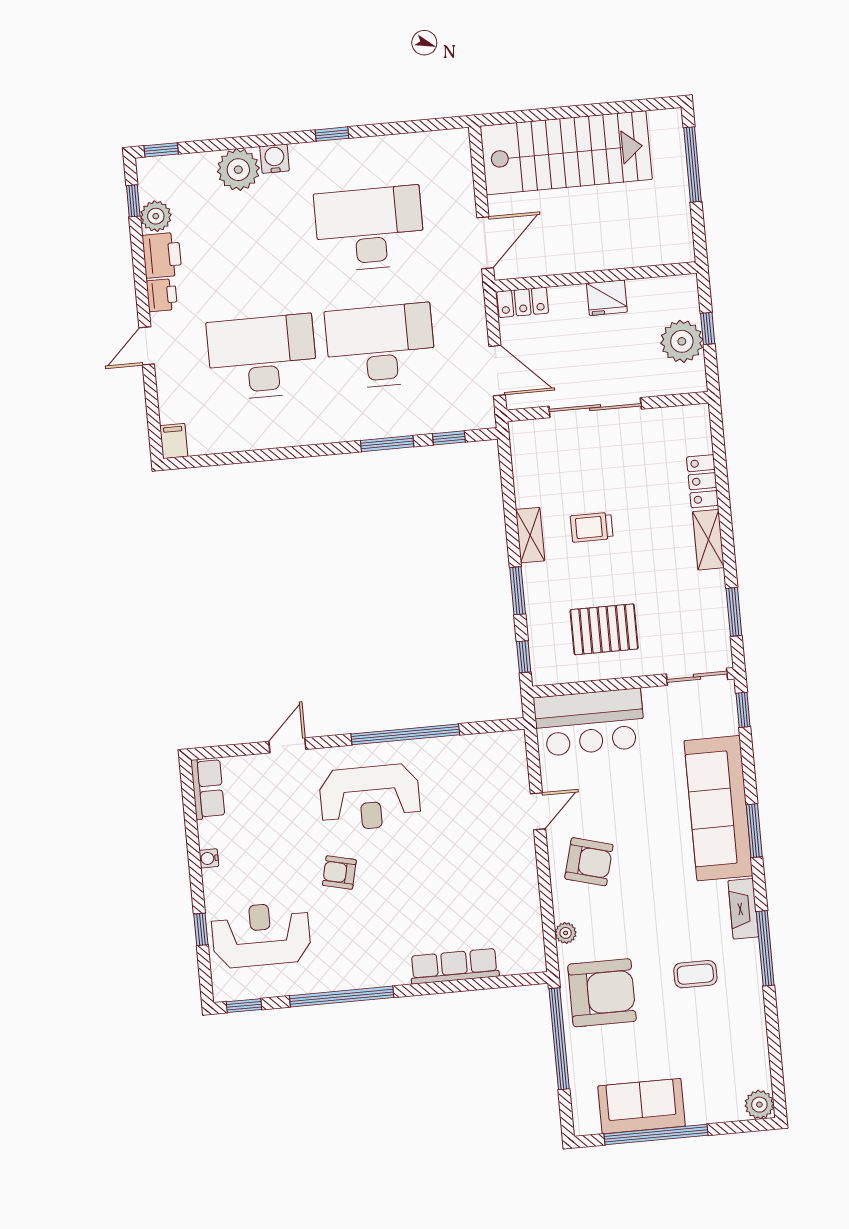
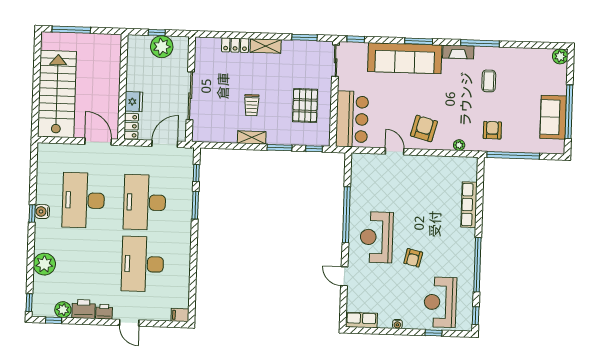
water cooler: (275, 159) -> (42, 212), moved
fridge: (607, 298) -> (134, 102), moved
reception desk: (370, 798) -> (377, 237), turned 180
armchair: (602, 993) -> (492, 130), width x0.53, depth x0.53

